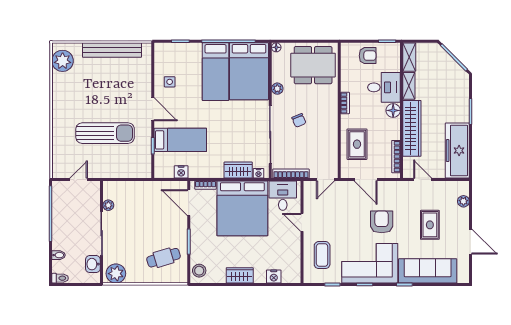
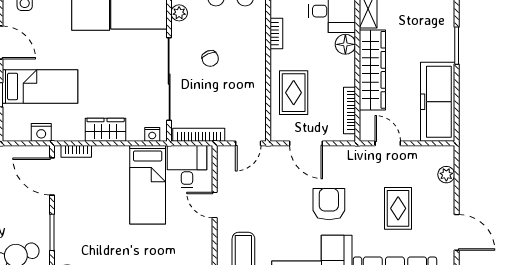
wardrobe: (238, 170) -> (106, 130), moved
bed: (242, 208) -> (148, 185), width x0.49

